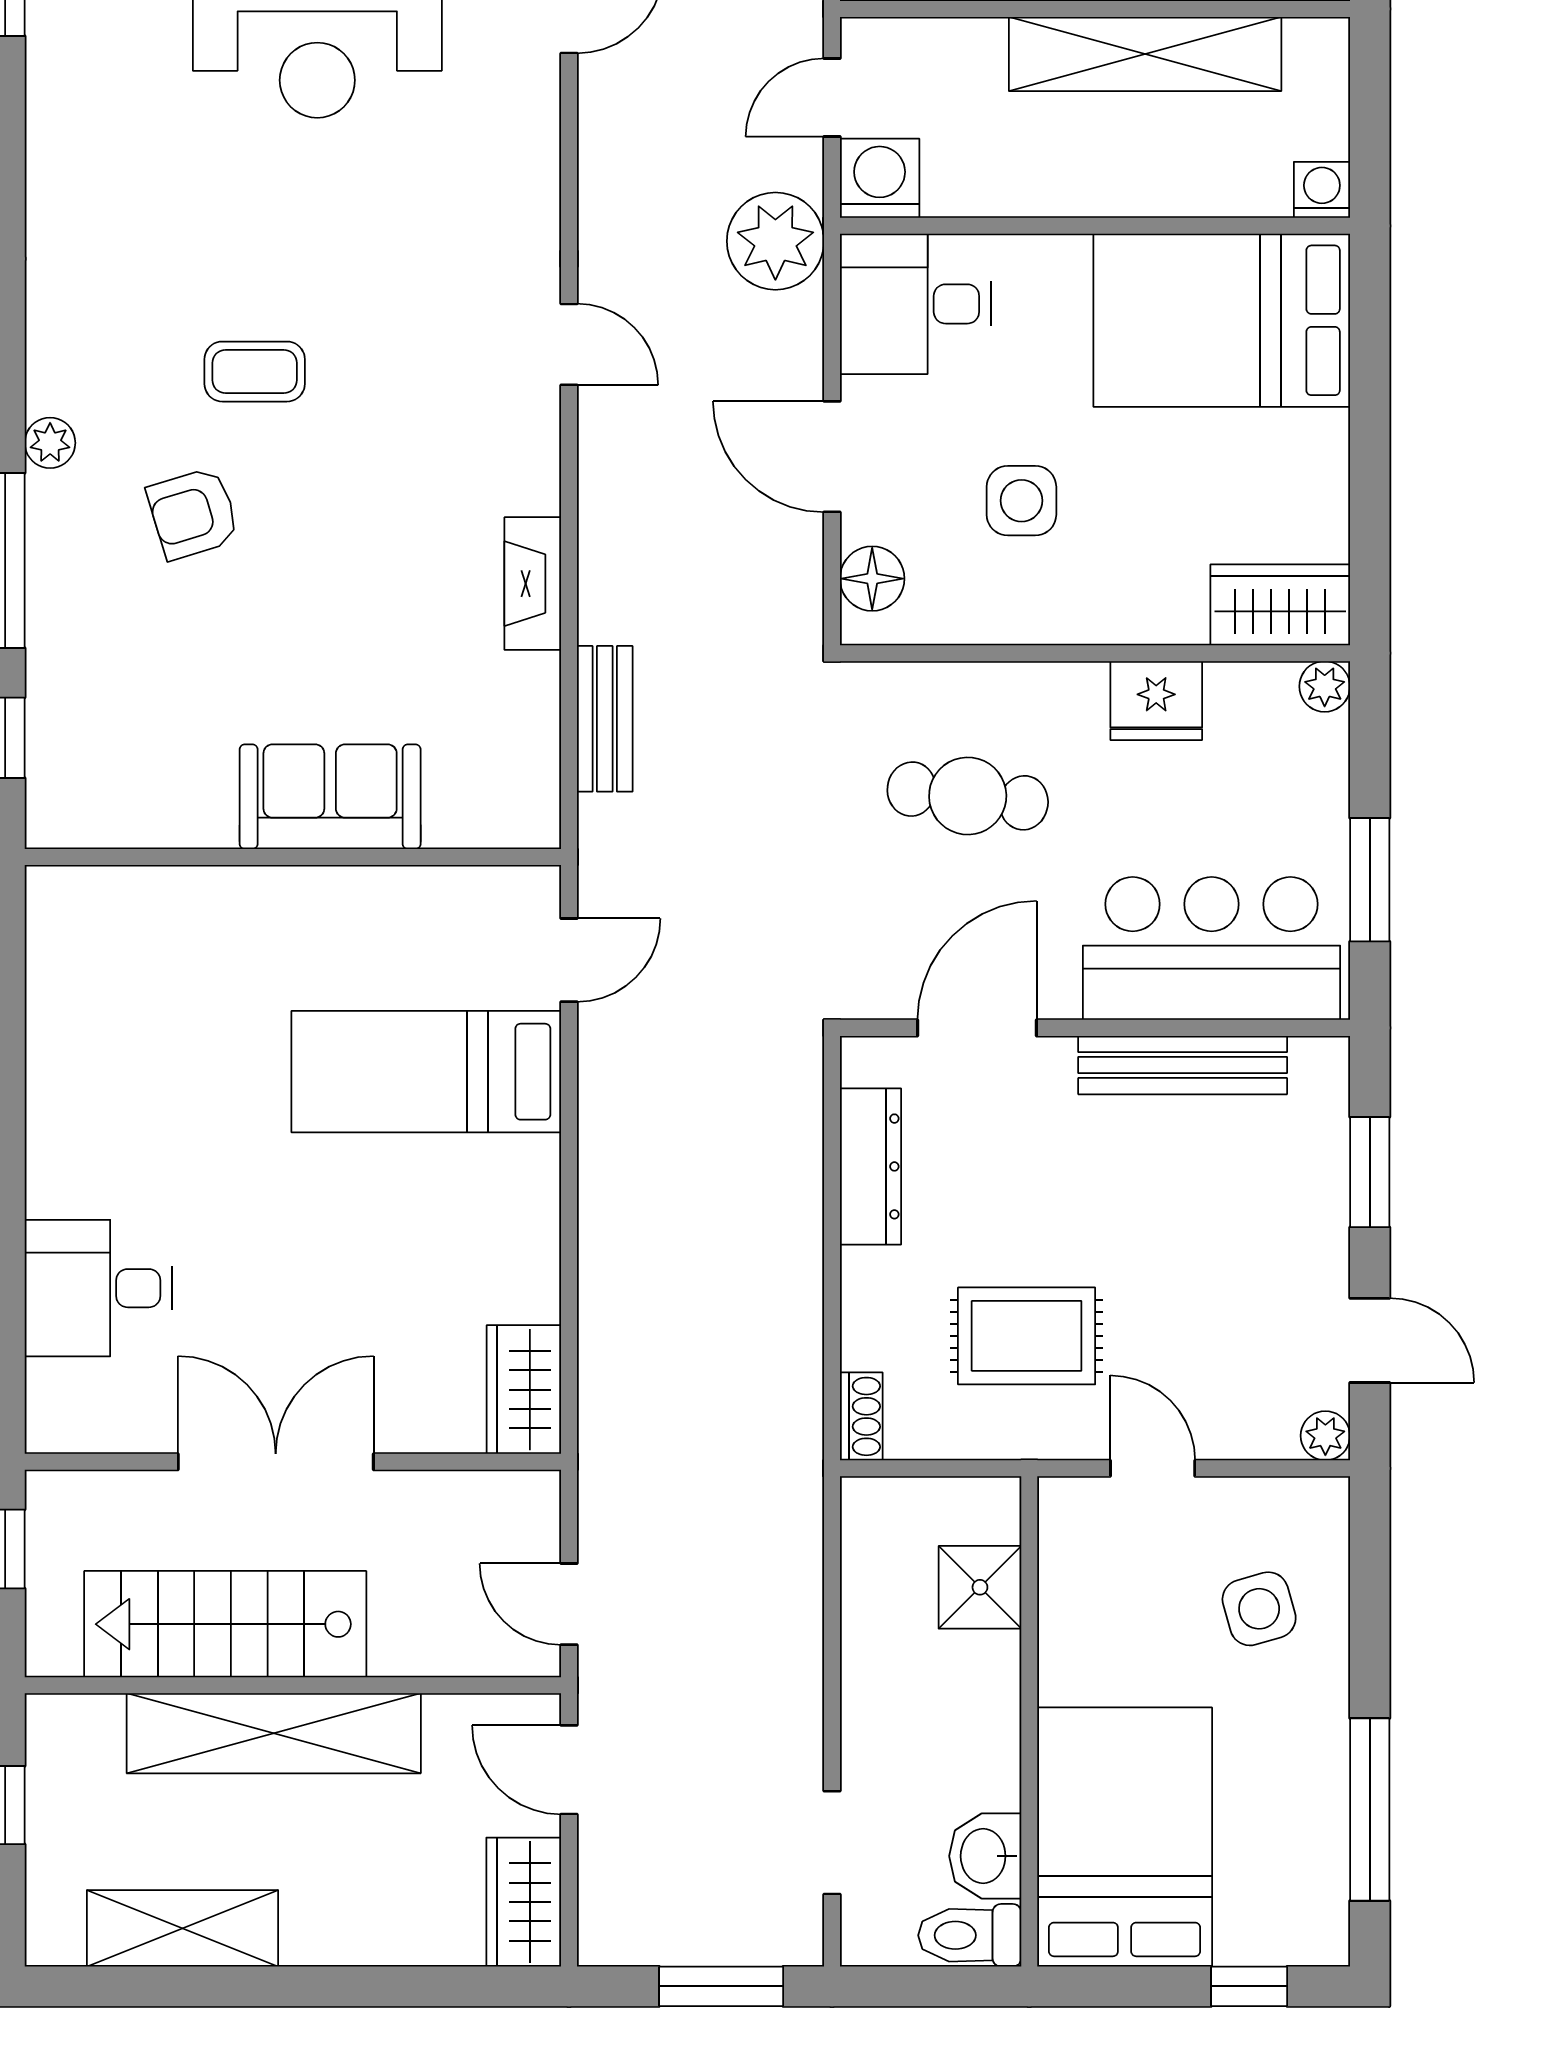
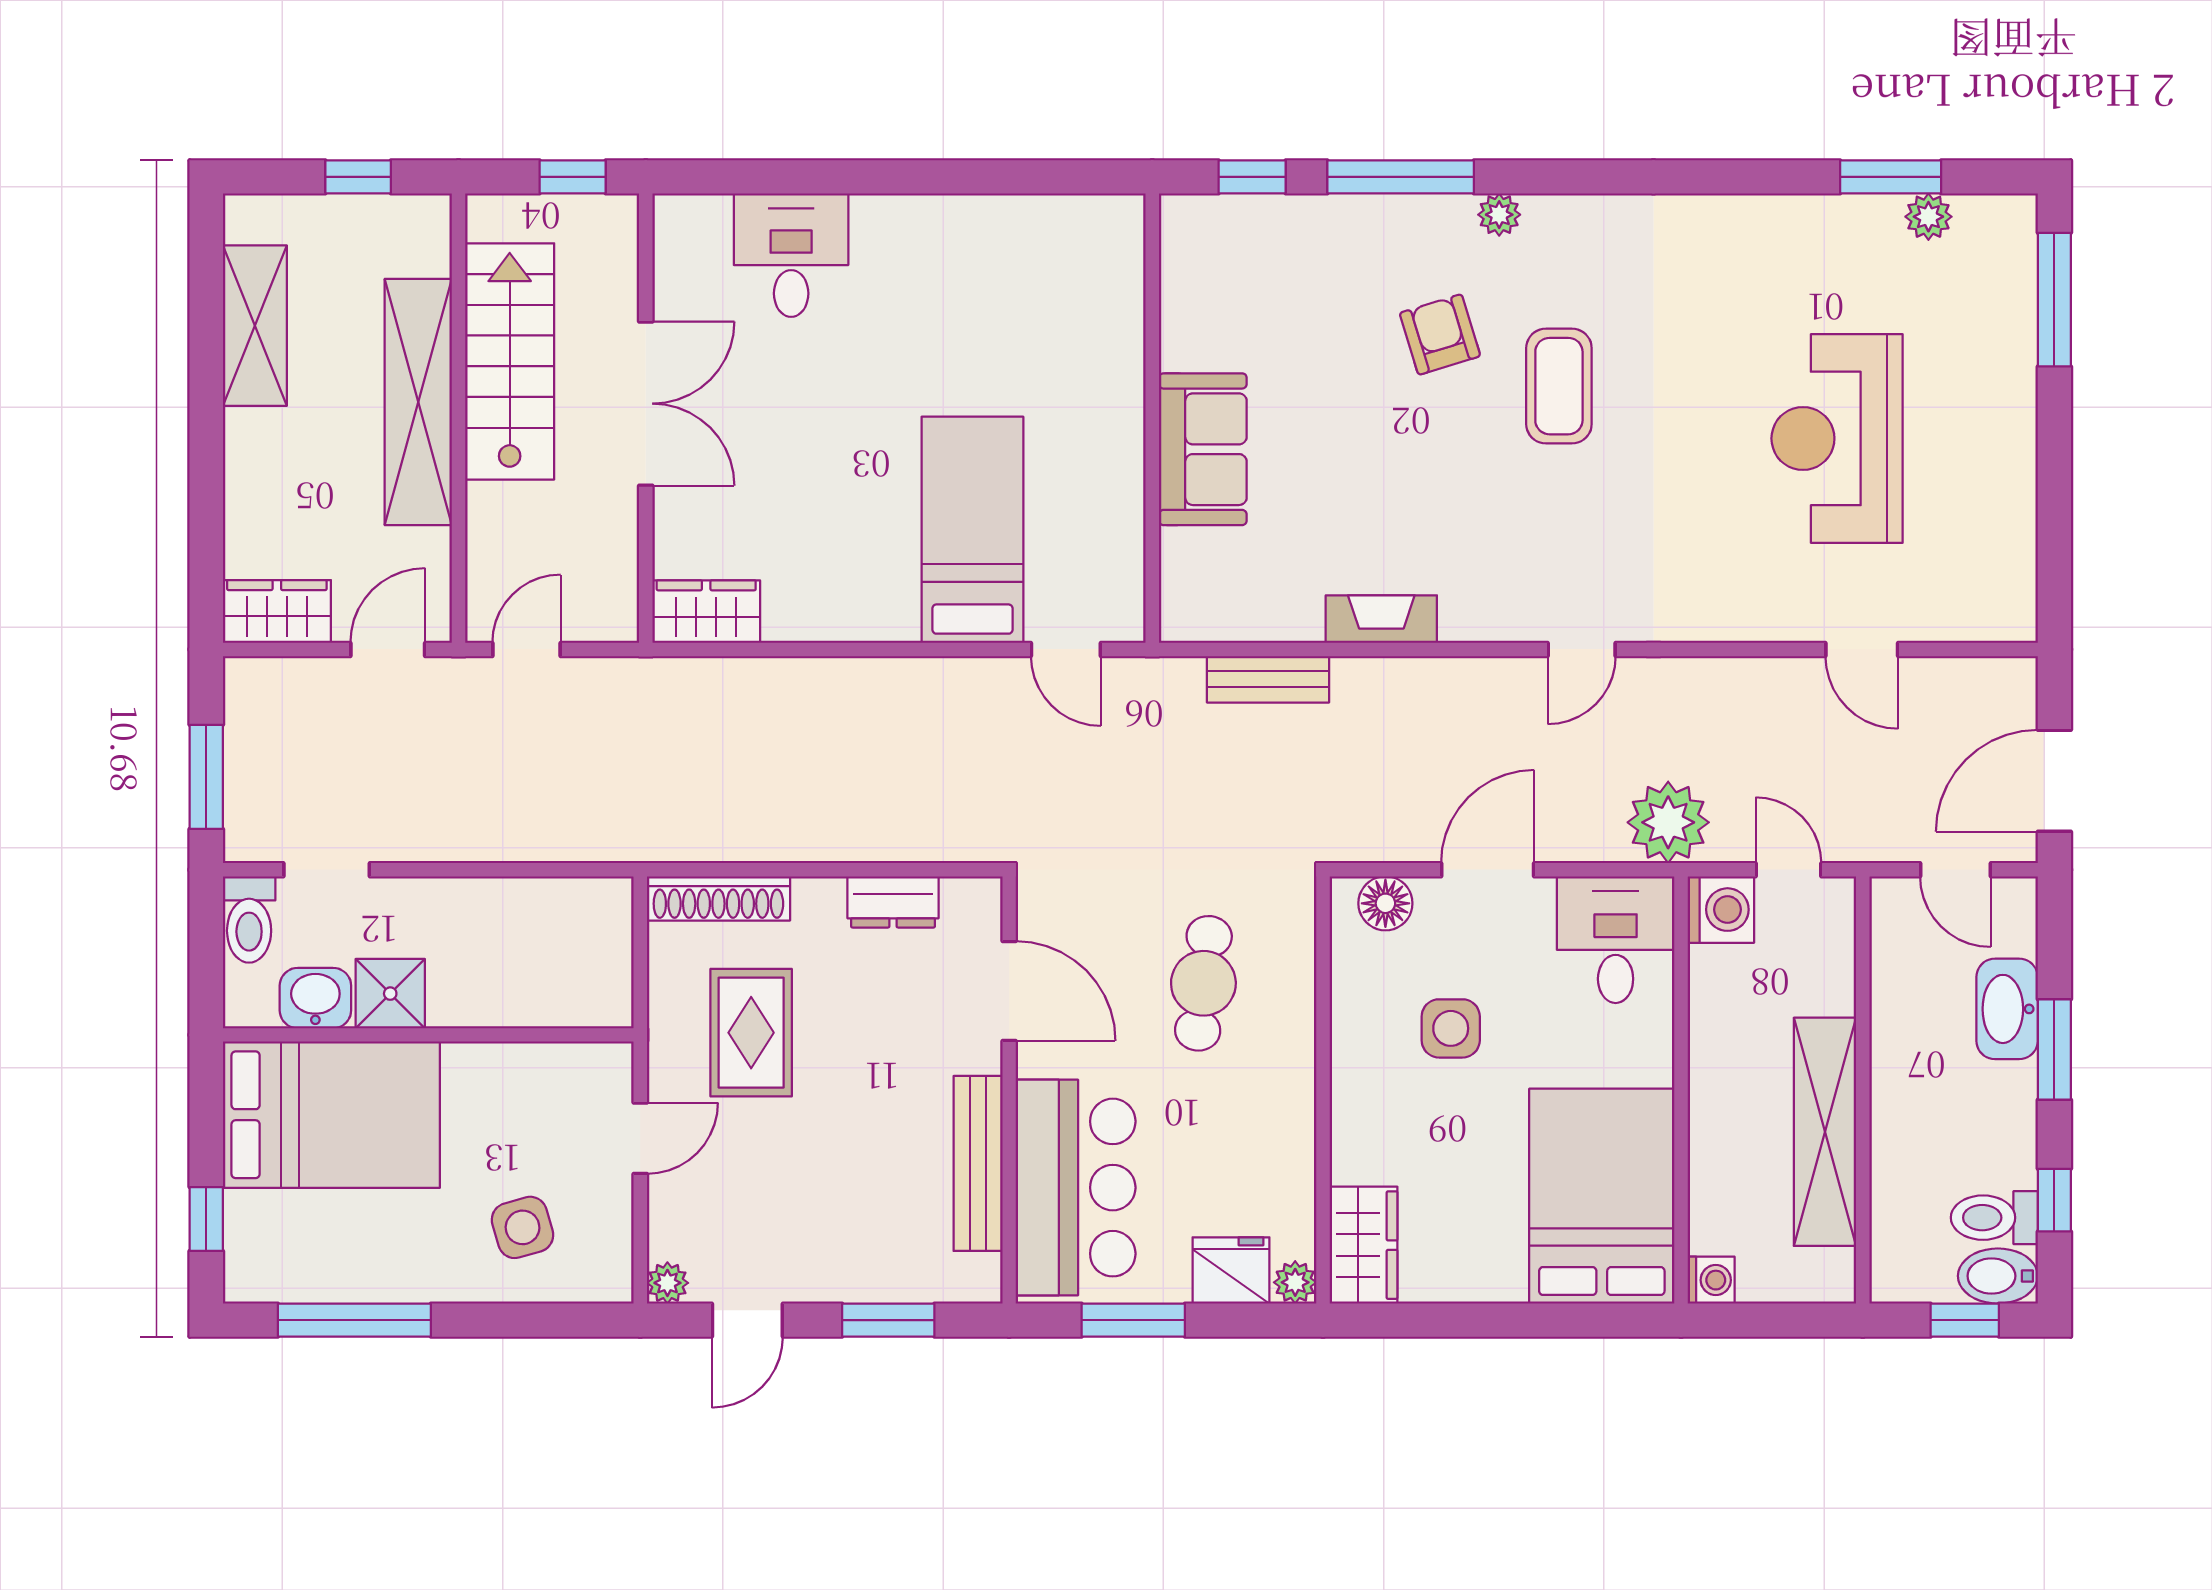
coffee table: (255, 372) -> (1559, 386), width x1.36, depth x1.30
fridge: (1156, 701) -> (1231, 1270), moved, turned 90
dresser: (870, 1166) -> (893, 902), width x0.70
shoe rack: (861, 1416) -> (718, 898), width x1.94, depth x1.24
shower: (980, 1587) -> (390, 994), moved
toilet: (970, 1935) -> (249, 919), moved, turned 180

